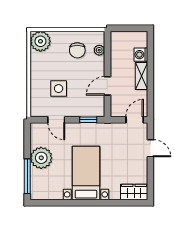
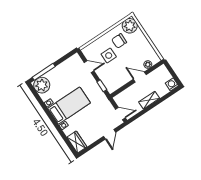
chair: (77, 50) -> (119, 41), moved
washing machine: (141, 55) -> (172, 84), moved
door: (107, 86) -> (140, 77), moved
door: (56, 120) -> (89, 67), swing flipped
plant: (41, 158) -> (42, 85), moved

